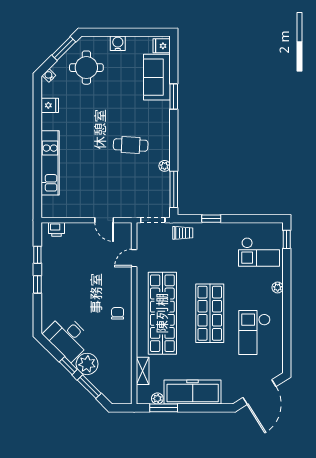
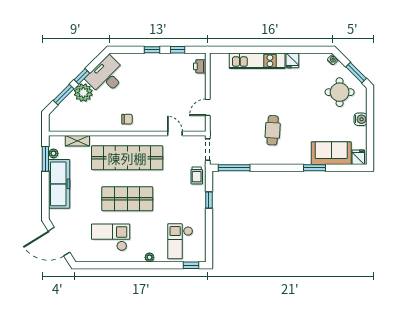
fridge: (50, 105) -> (292, 60), moved
plant: (165, 166) -> (255, 160), removed

